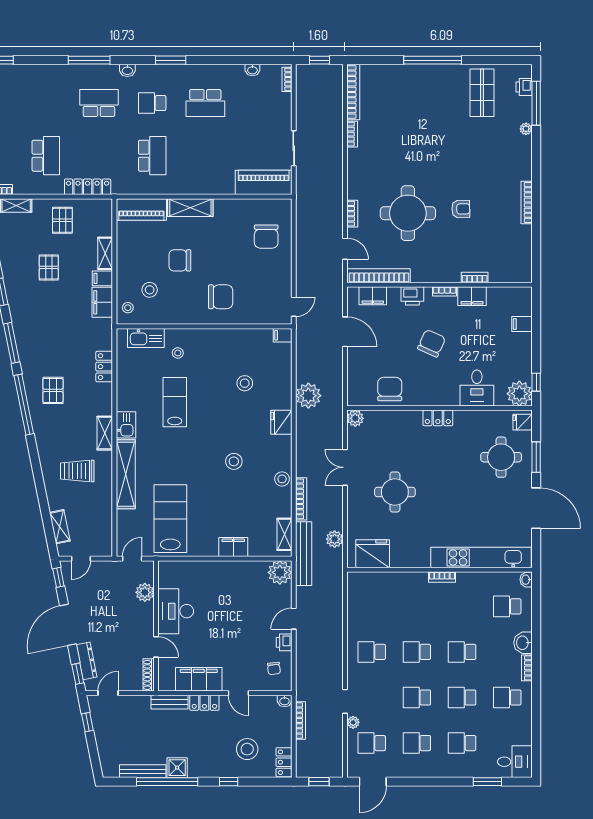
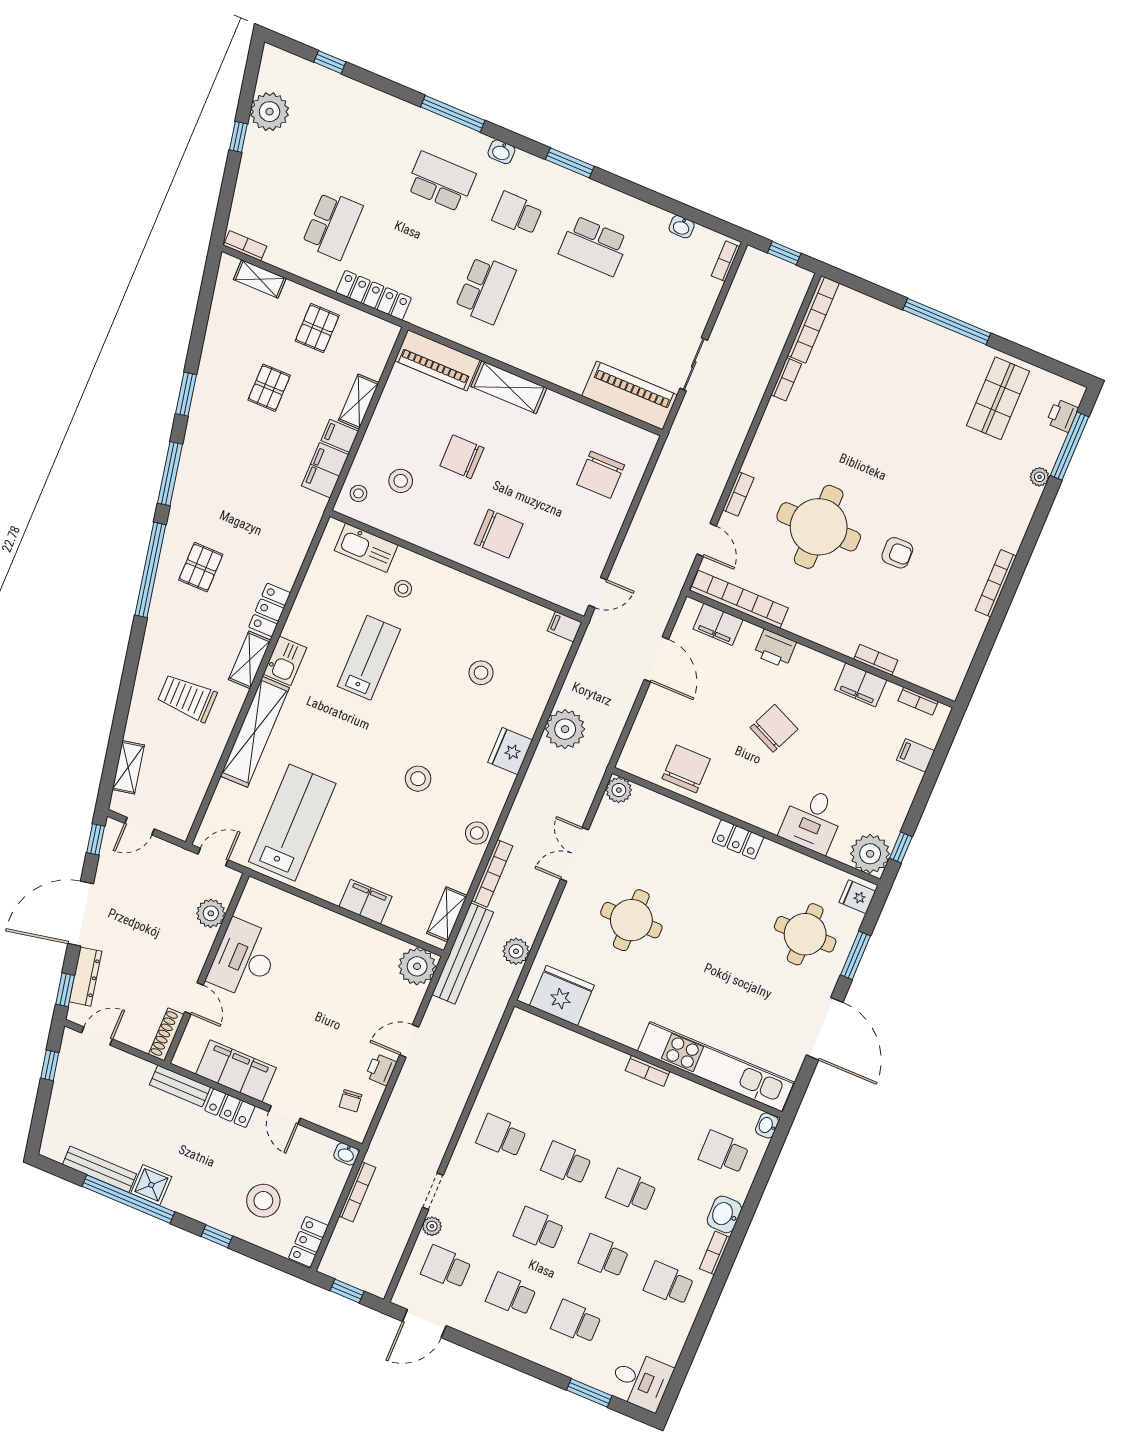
bookcase: (445, 291) -> (918, 701), moved
locker: (104, 367) -> (270, 610), moved

